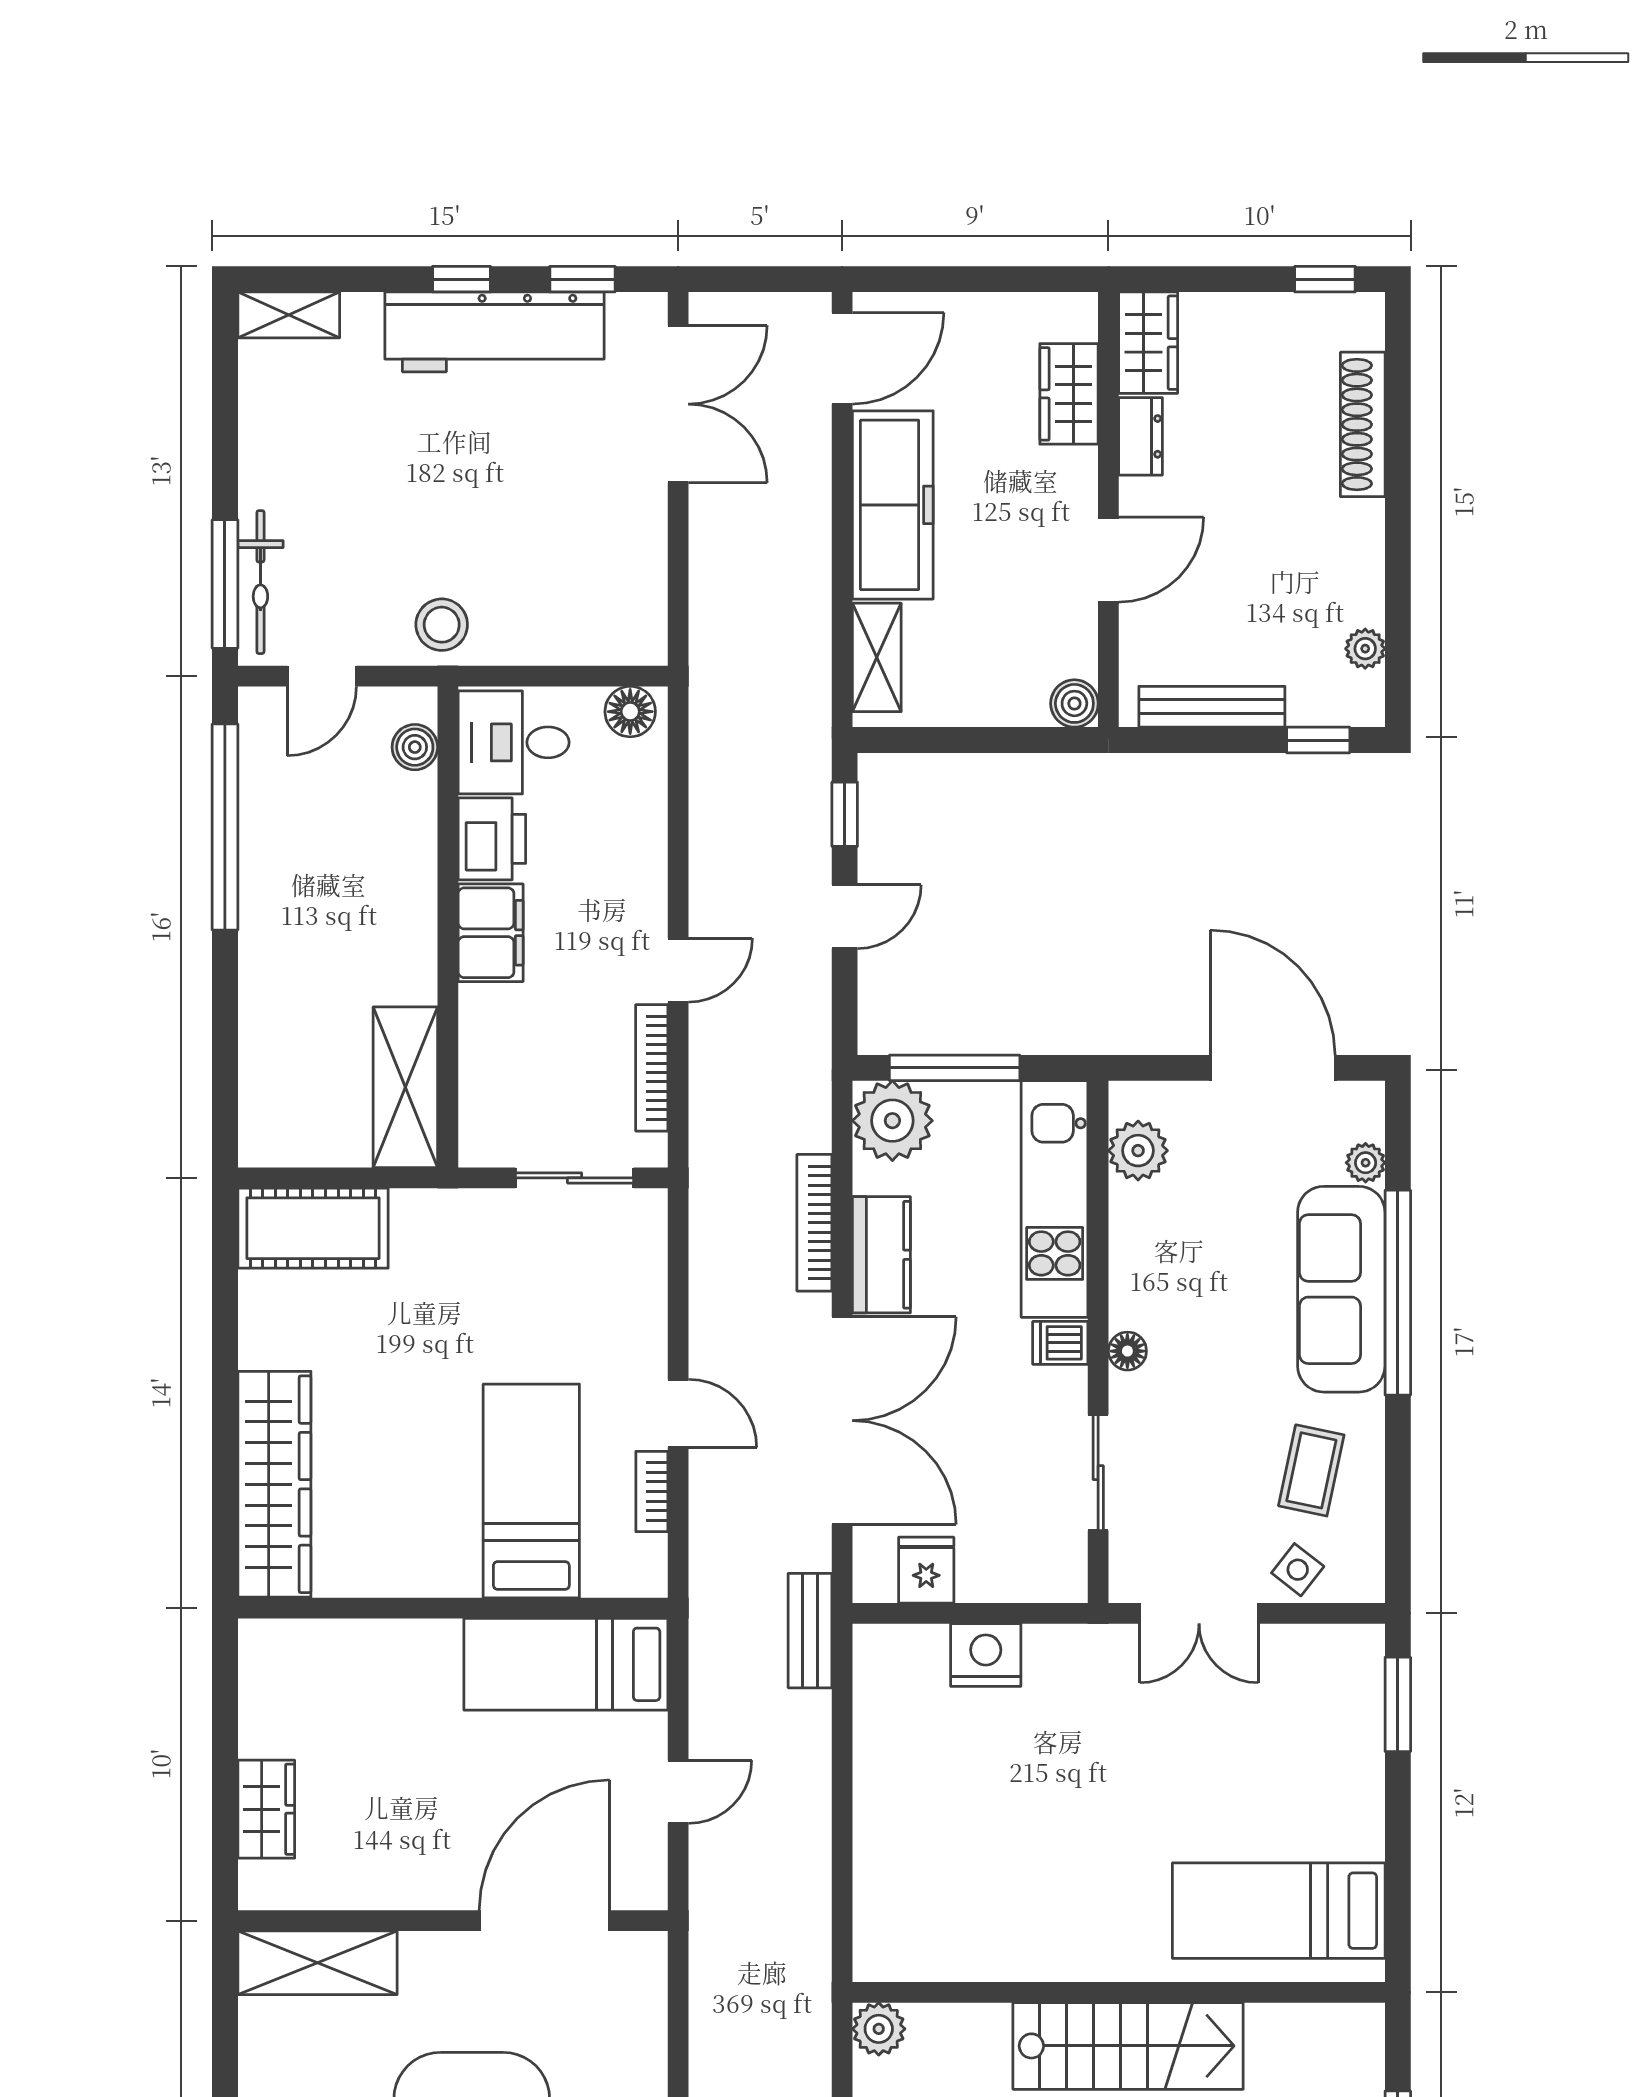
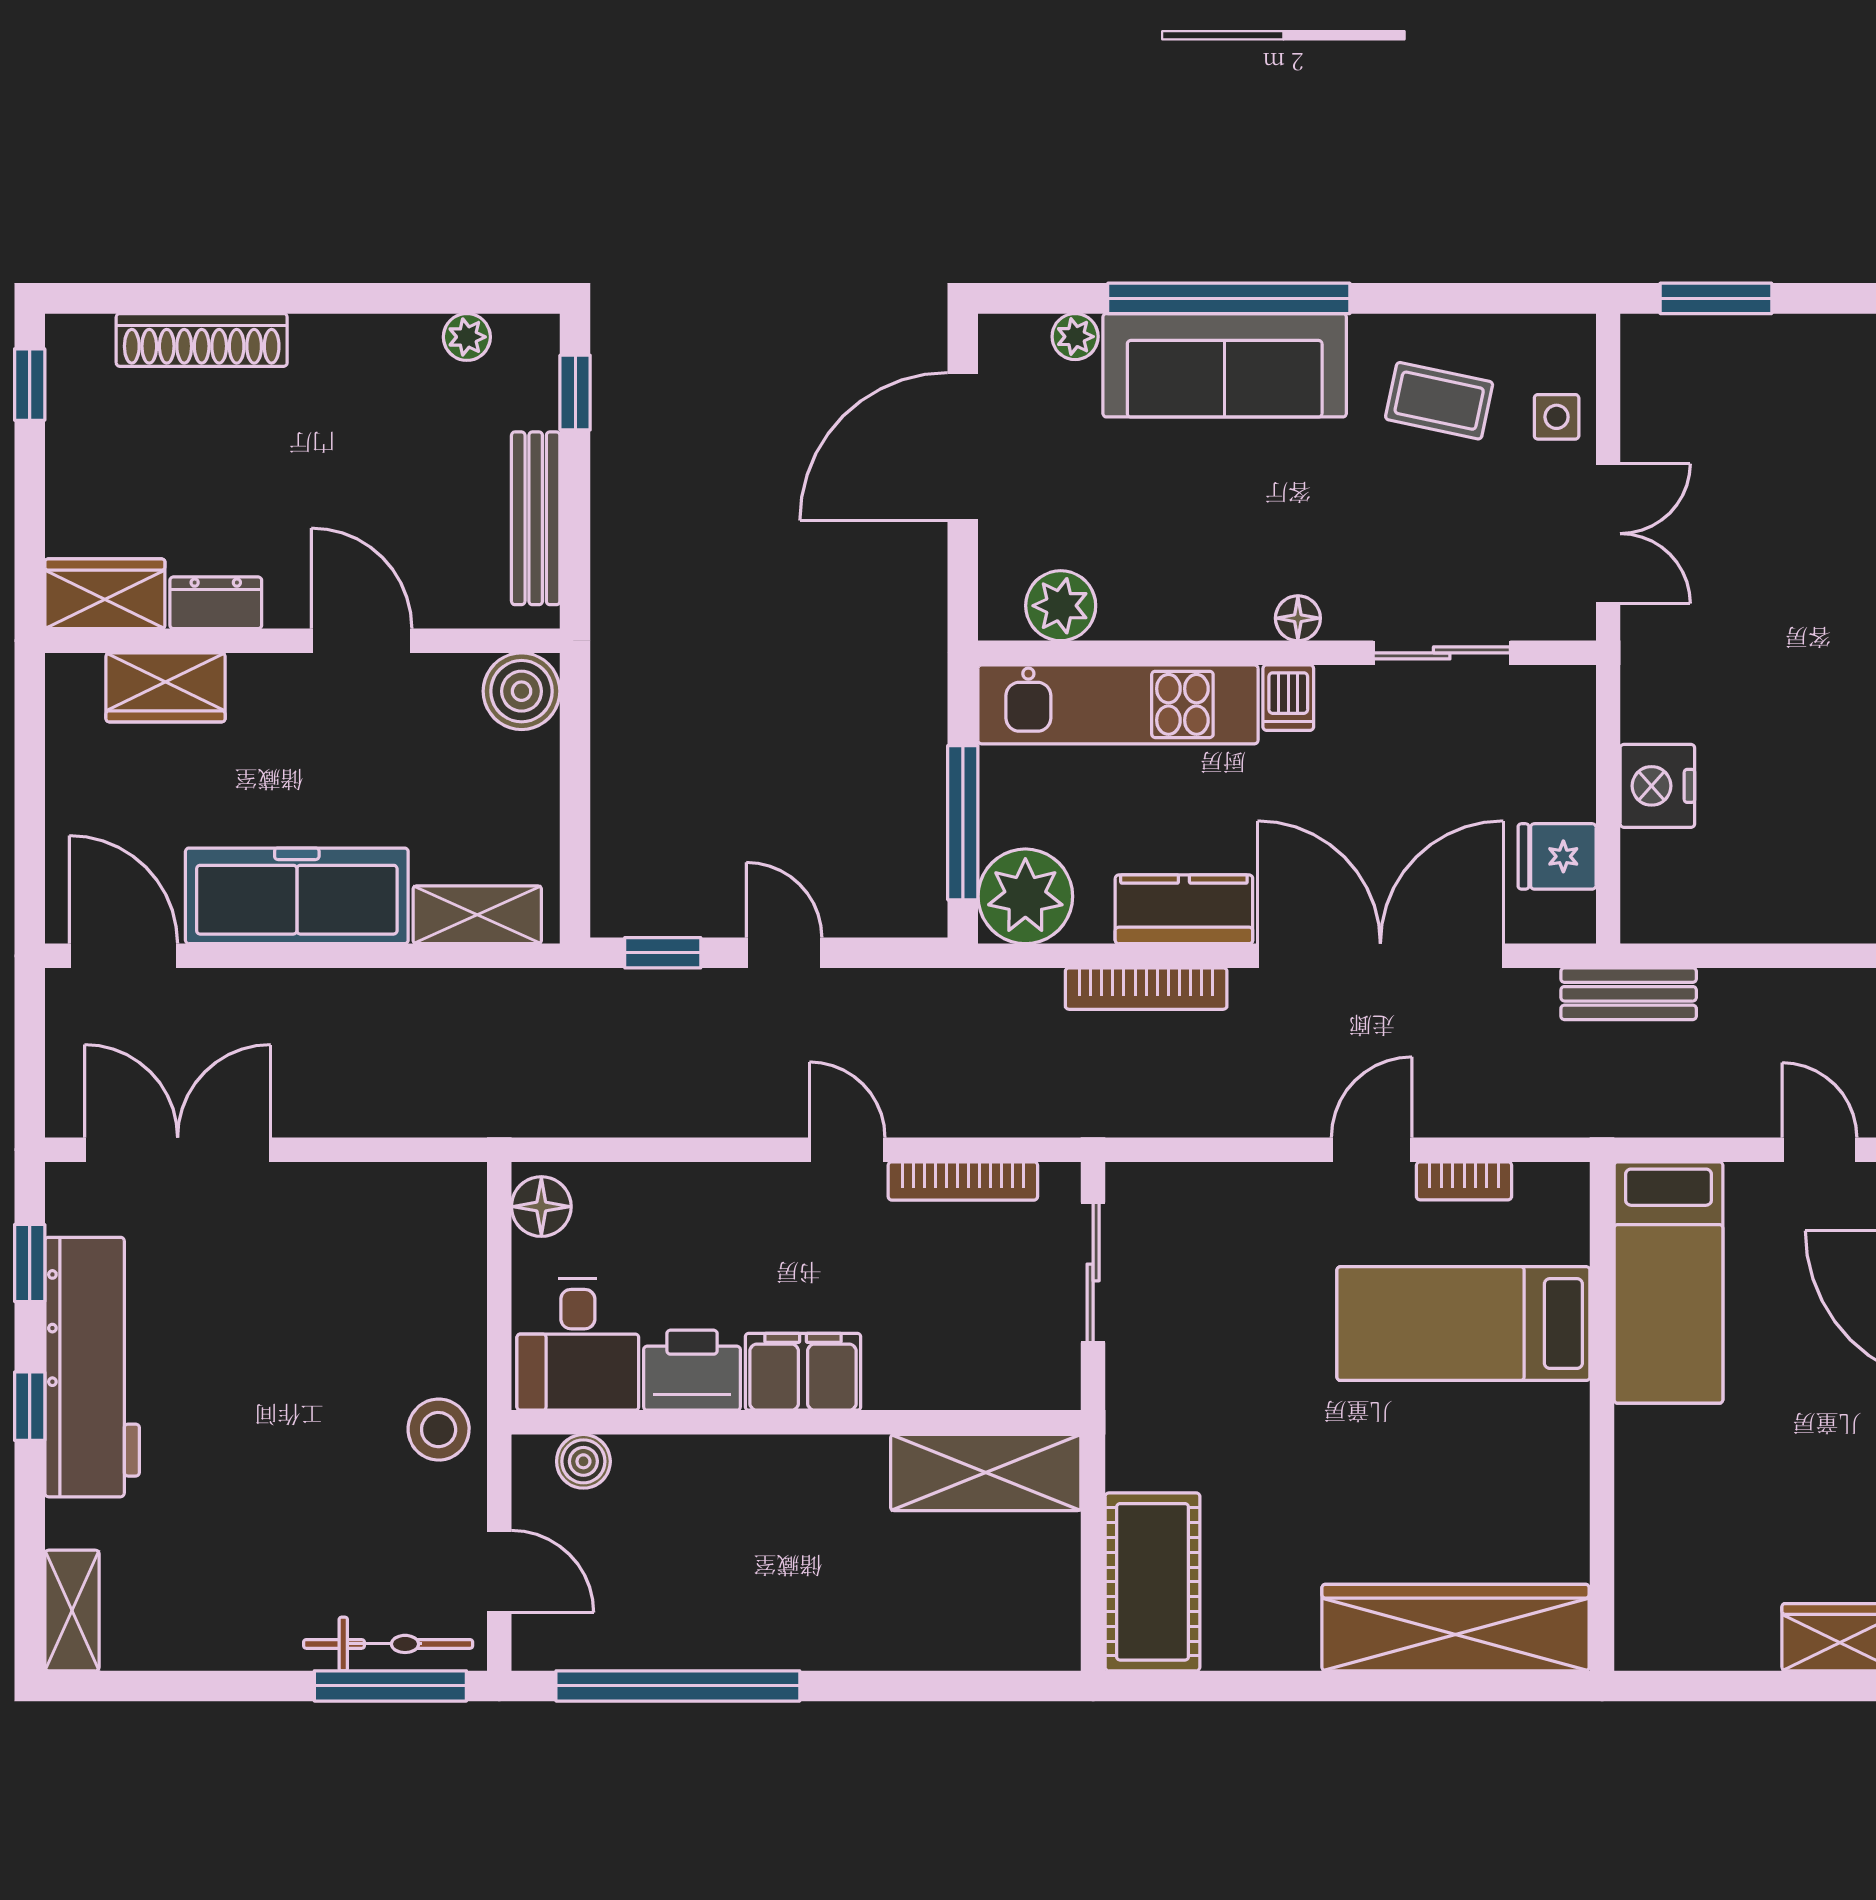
boiler: (1074, 703) -> (522, 691), width x1.36, depth x1.36
side table: (1298, 1570) -> (1557, 417), turned -38

